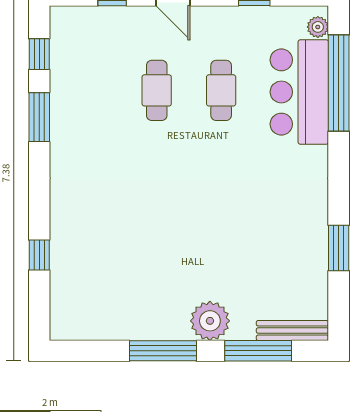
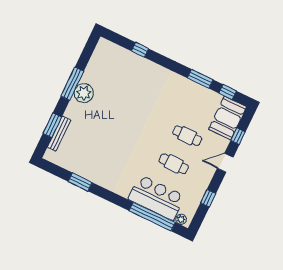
booth: (88, 31) -> (227, 118), added
plant: (210, 321) -> (84, 93), moved
bench: (292, 331) -> (59, 134), moved
window: (258, 351) -> (52, 125), width x0.69

